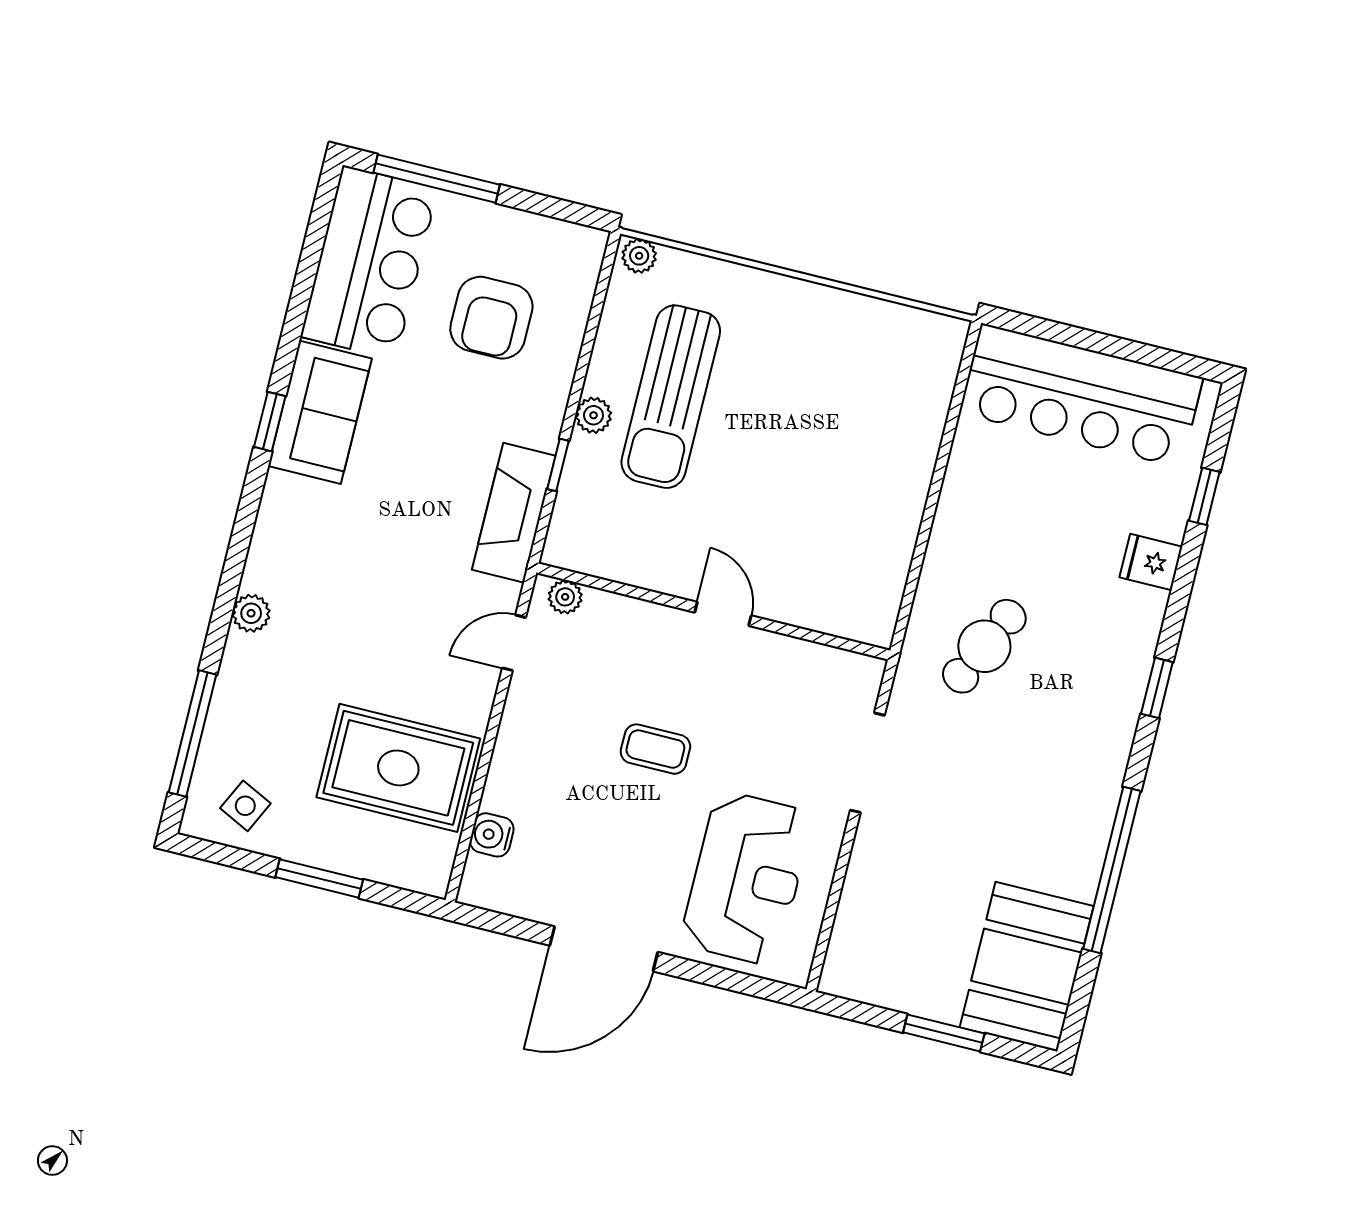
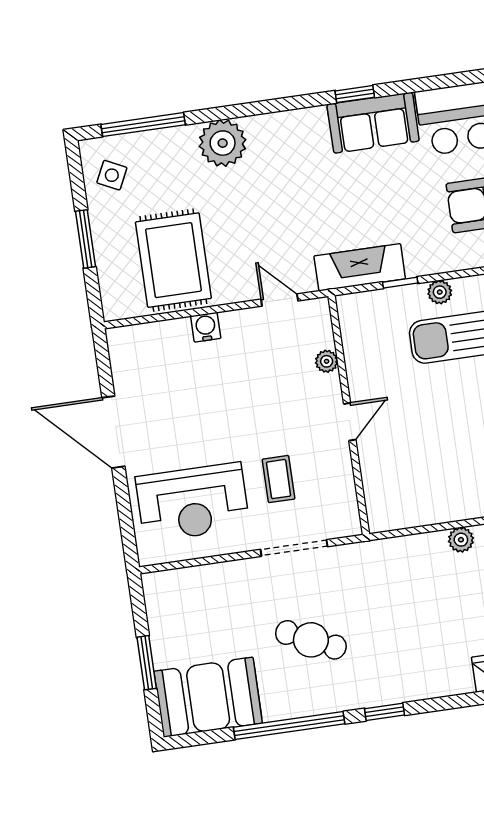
plant: (950, 526) -> (461, 540), added
plant: (565, 597) -> (327, 361), moved
plant: (251, 613) -> (223, 143), width x1.87, depth x1.87
cafe table: (984, 646) -> (311, 640), moved
window: (1157, 688) -> (385, 712), moved
coffee table: (655, 749) -> (279, 479), moved
water cooler: (492, 835) -> (206, 327), moved

